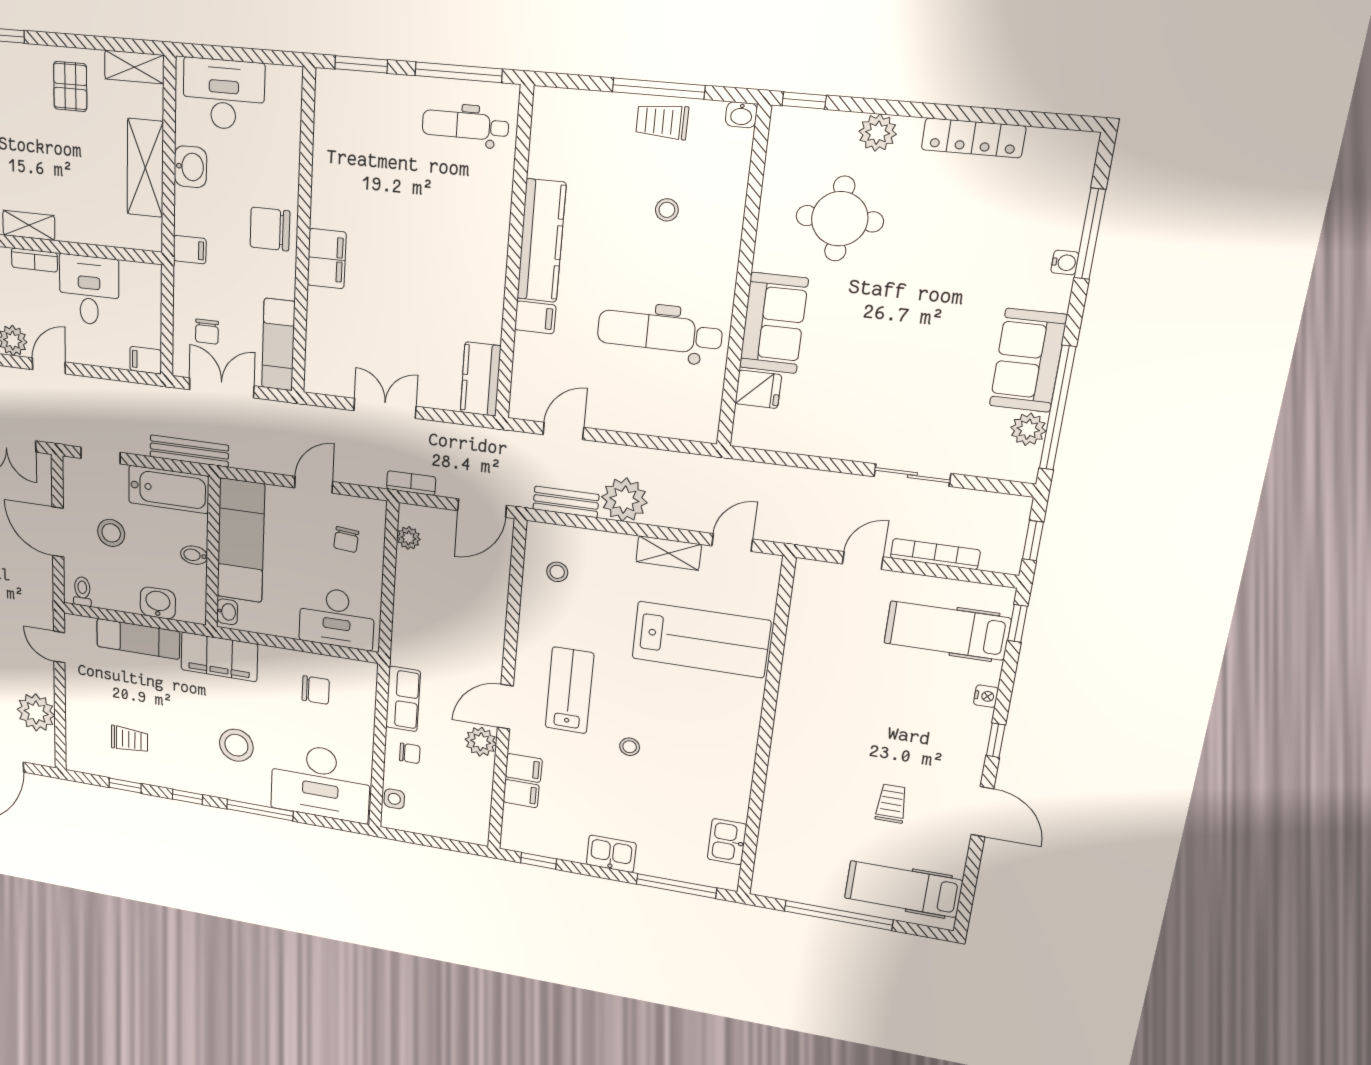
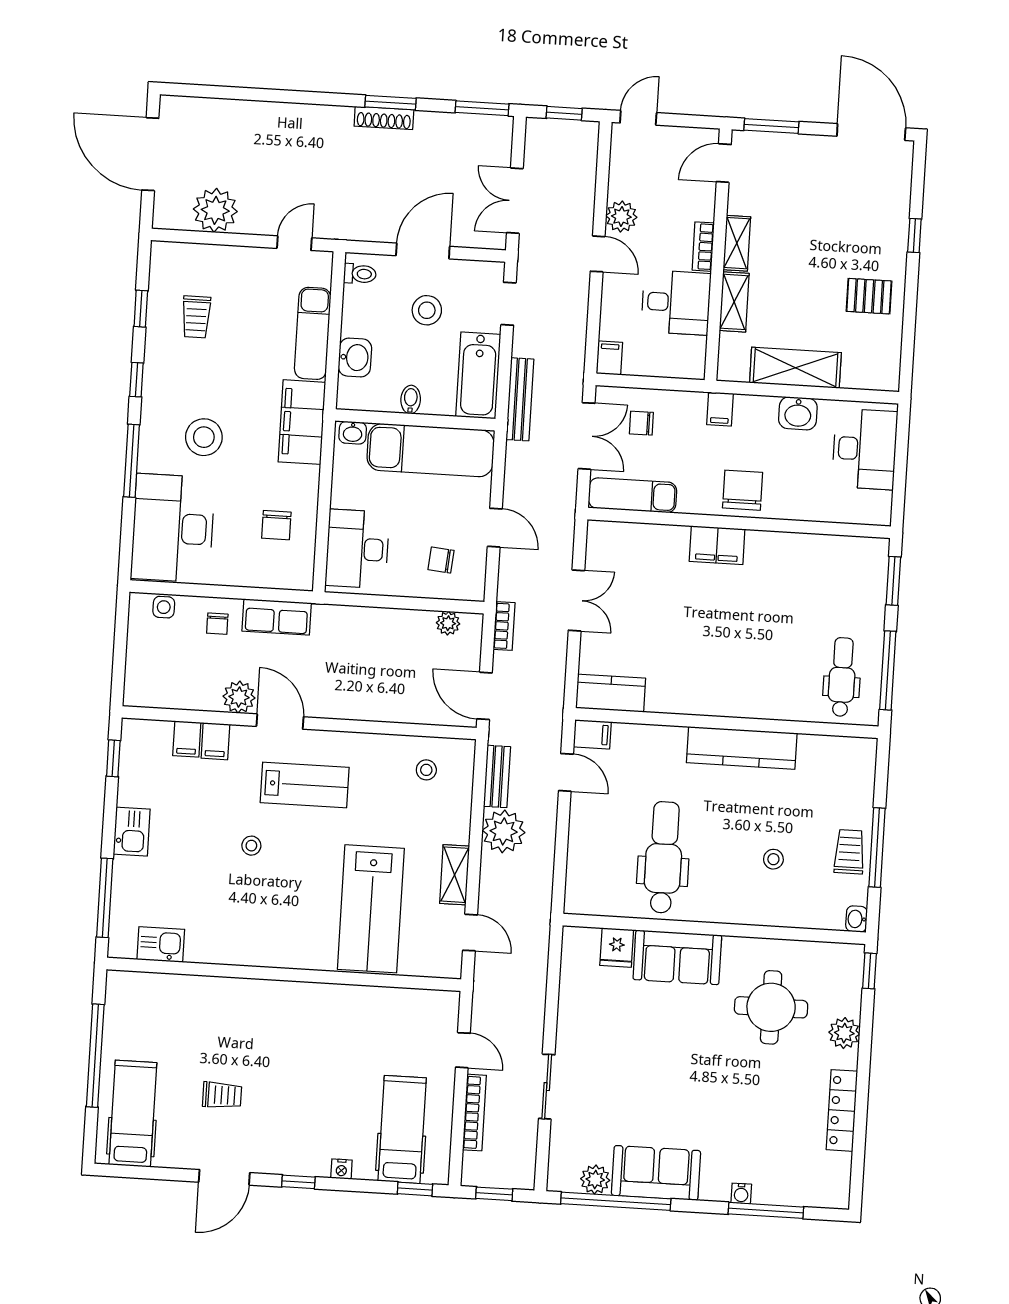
shelving: (134, 67) -> (734, 302), moved
filing cabinet: (535, 317) -> (592, 734), moved, turned -90

